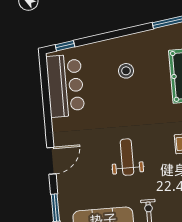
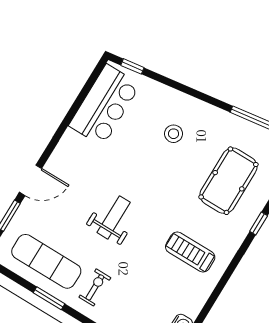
door: (51, 161) -> (31, 180), moved

